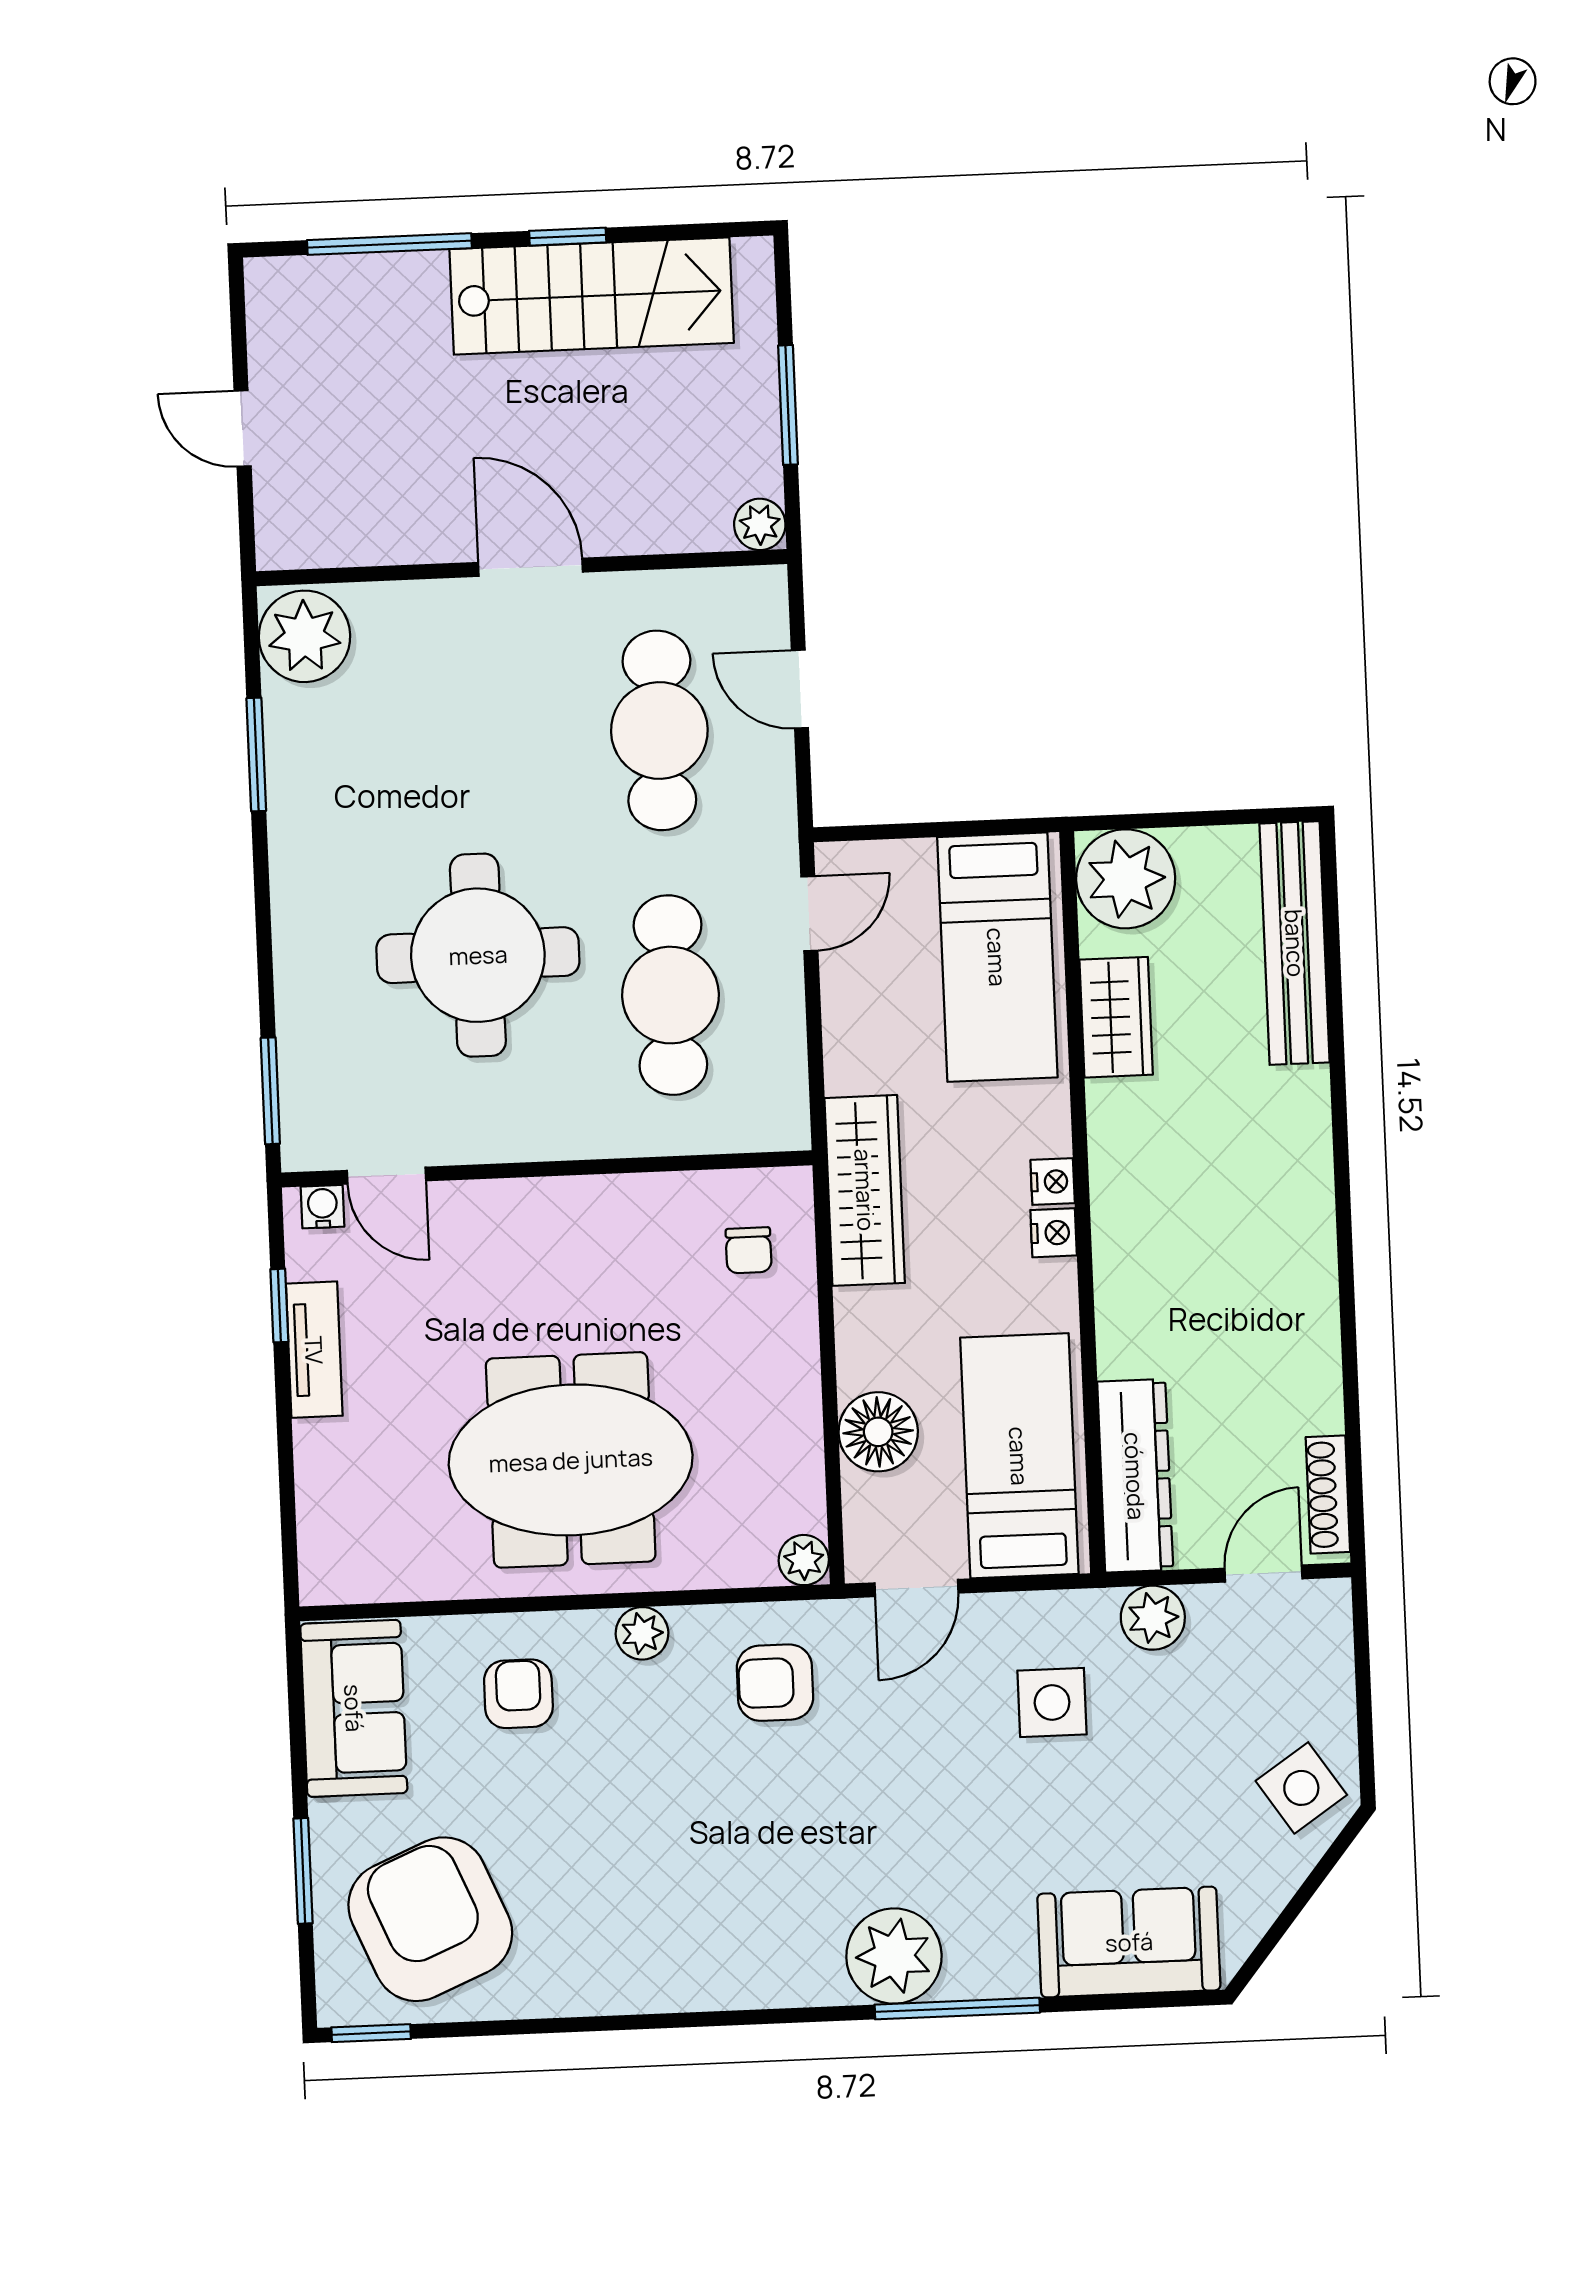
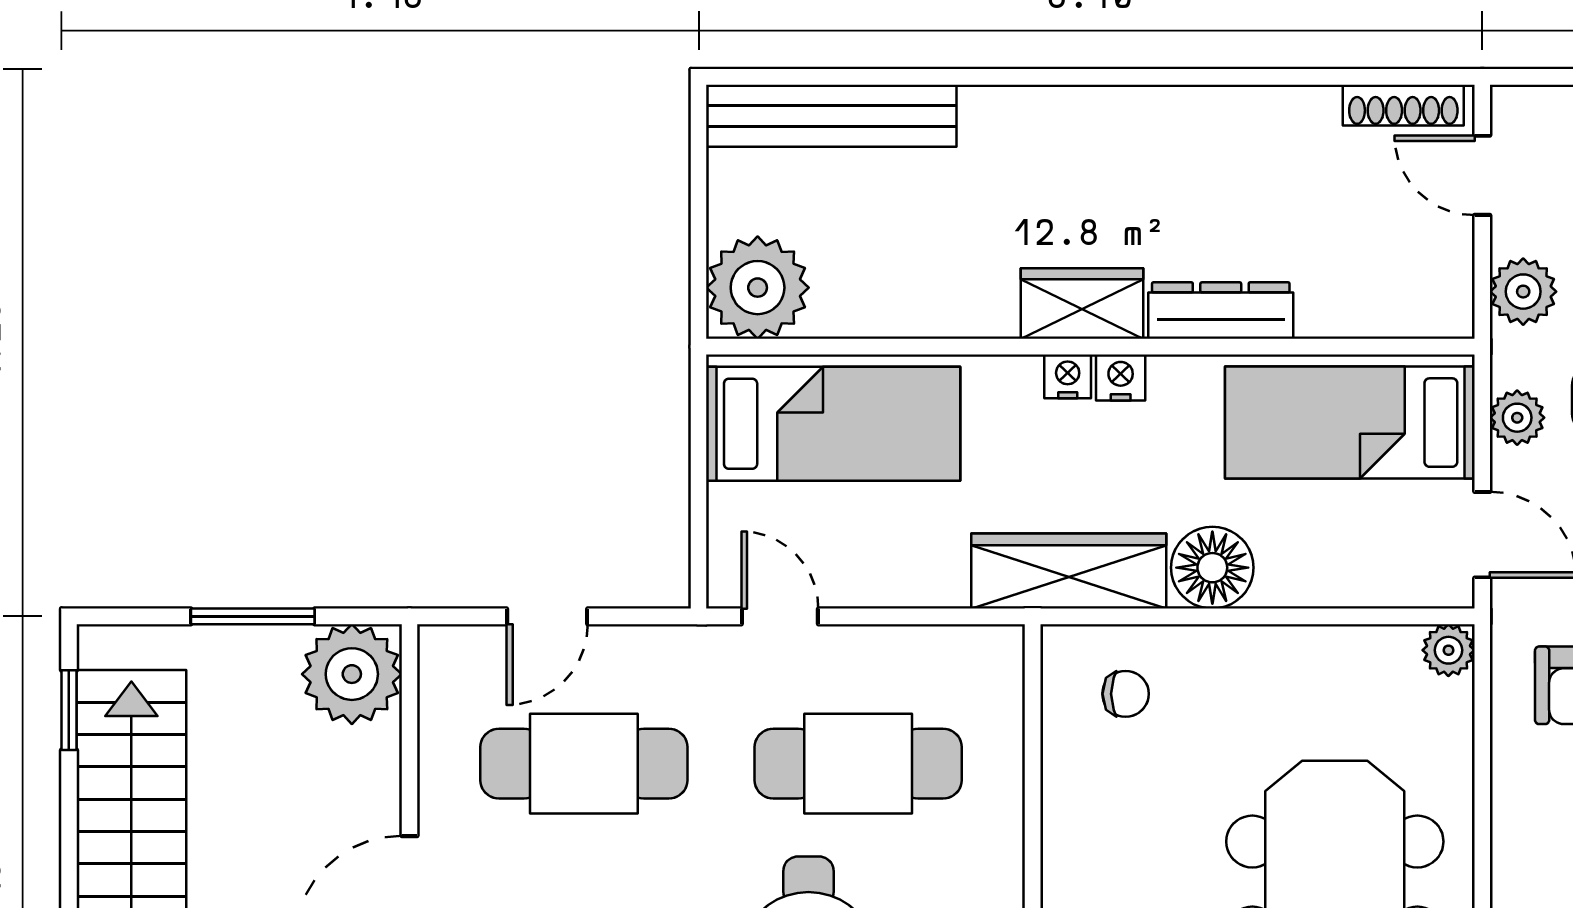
window: (568, 237) -> (69, 710), moved
plant: (760, 524) -> (352, 674), width x1.88, depth x1.88
wardrobe: (1116, 1017) -> (1082, 304), moved
floor lamp: (878, 1432) -> (1212, 568), moved
dresser: (1135, 1476) -> (1221, 311), moved, width x0.73, depth x0.80
plant: (642, 1633) -> (1517, 418), moved

